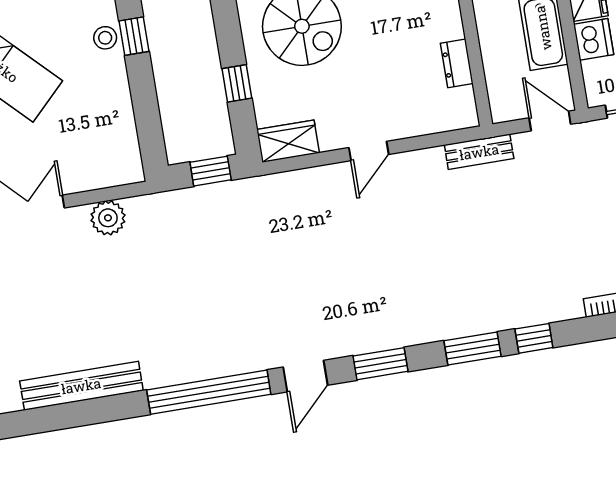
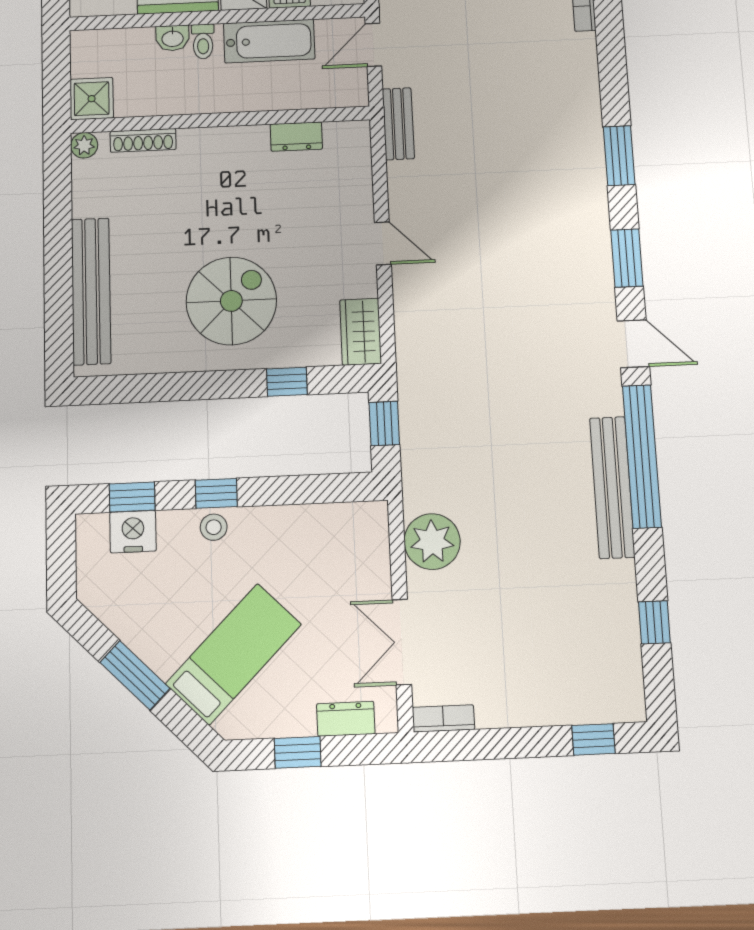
plant: (108, 218) -> (432, 542), width x1.36, depth x1.36
window: (534, 338) -> (654, 622), moved
bench: (81, 386) -> (612, 487), moved

